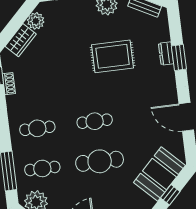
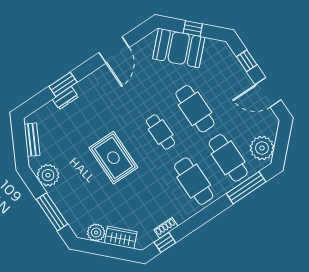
rug: (113, 56) -> (113, 158), moved
cafe table: (37, 128) -> (194, 181), width x1.37, depth x1.35
cafe table: (42, 168) -> (228, 158), width x1.37, depth x1.35

